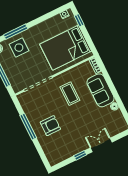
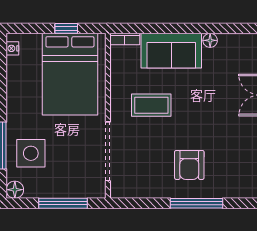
window: (79, 20) -> (66, 28), moved
armchair: (50, 126) -> (189, 165), turned 180
window: (28, 127) -> (197, 203), moved

